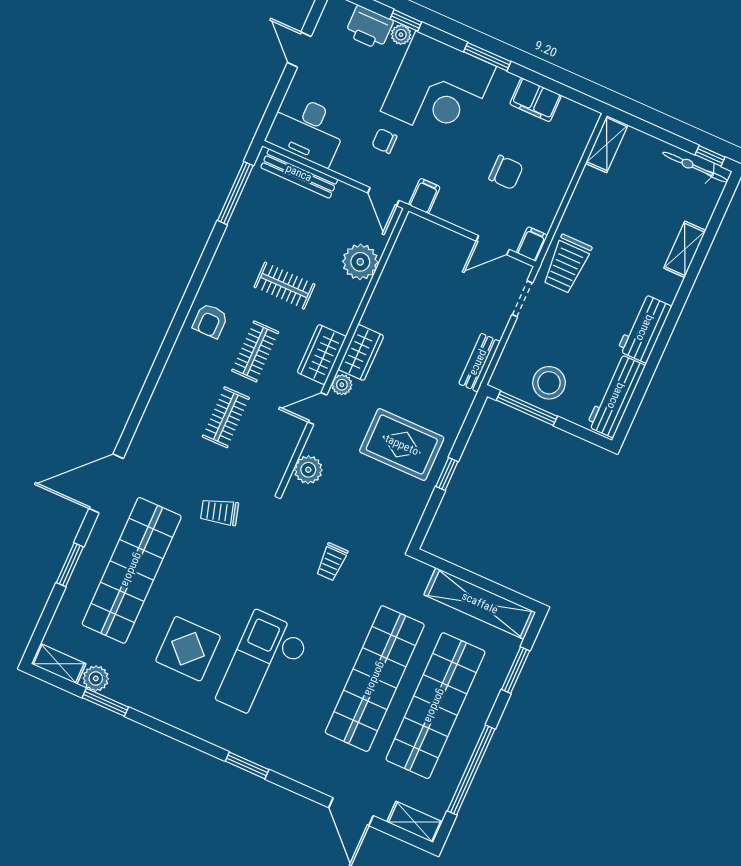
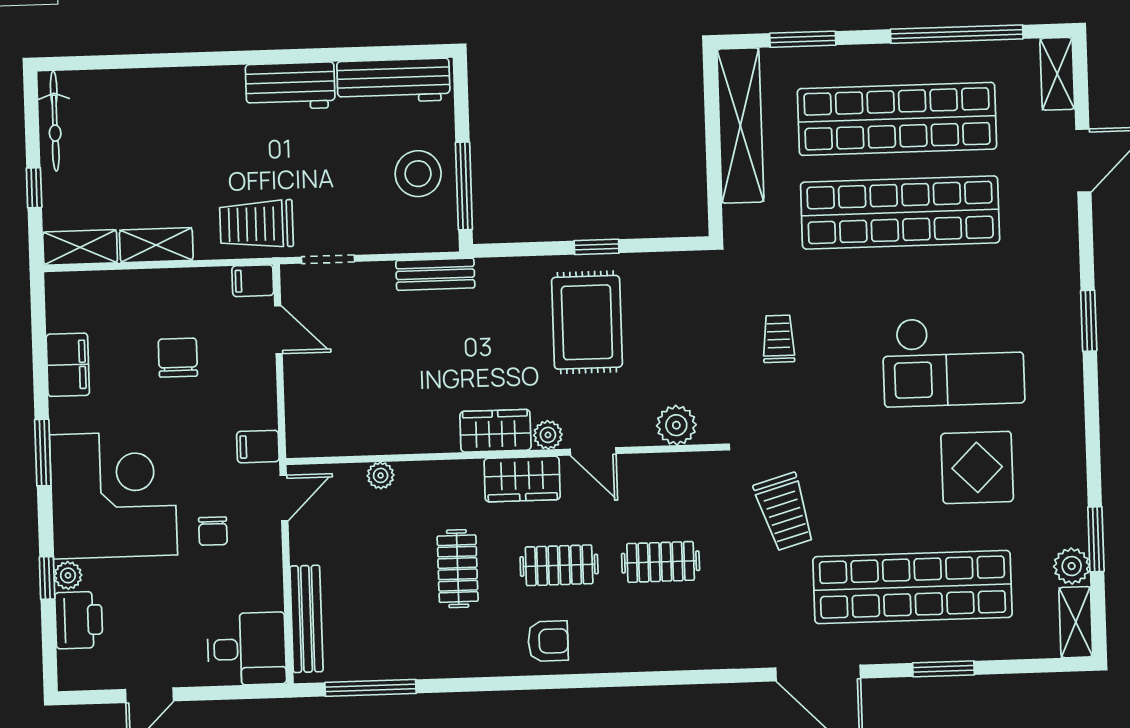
desk: (307, 130) -> (247, 649), width x0.73
window: (710, 156) -> (34, 188), moved
shelving: (685, 249) -> (156, 245), moved
plant: (360, 262) -> (381, 475), width x0.53, depth x0.53
trolley: (567, 264) -> (256, 224), turned 180
trolley: (219, 512) -> (784, 512), width x1.36, depth x1.39
trolley: (332, 562) -> (779, 339), turned -90

